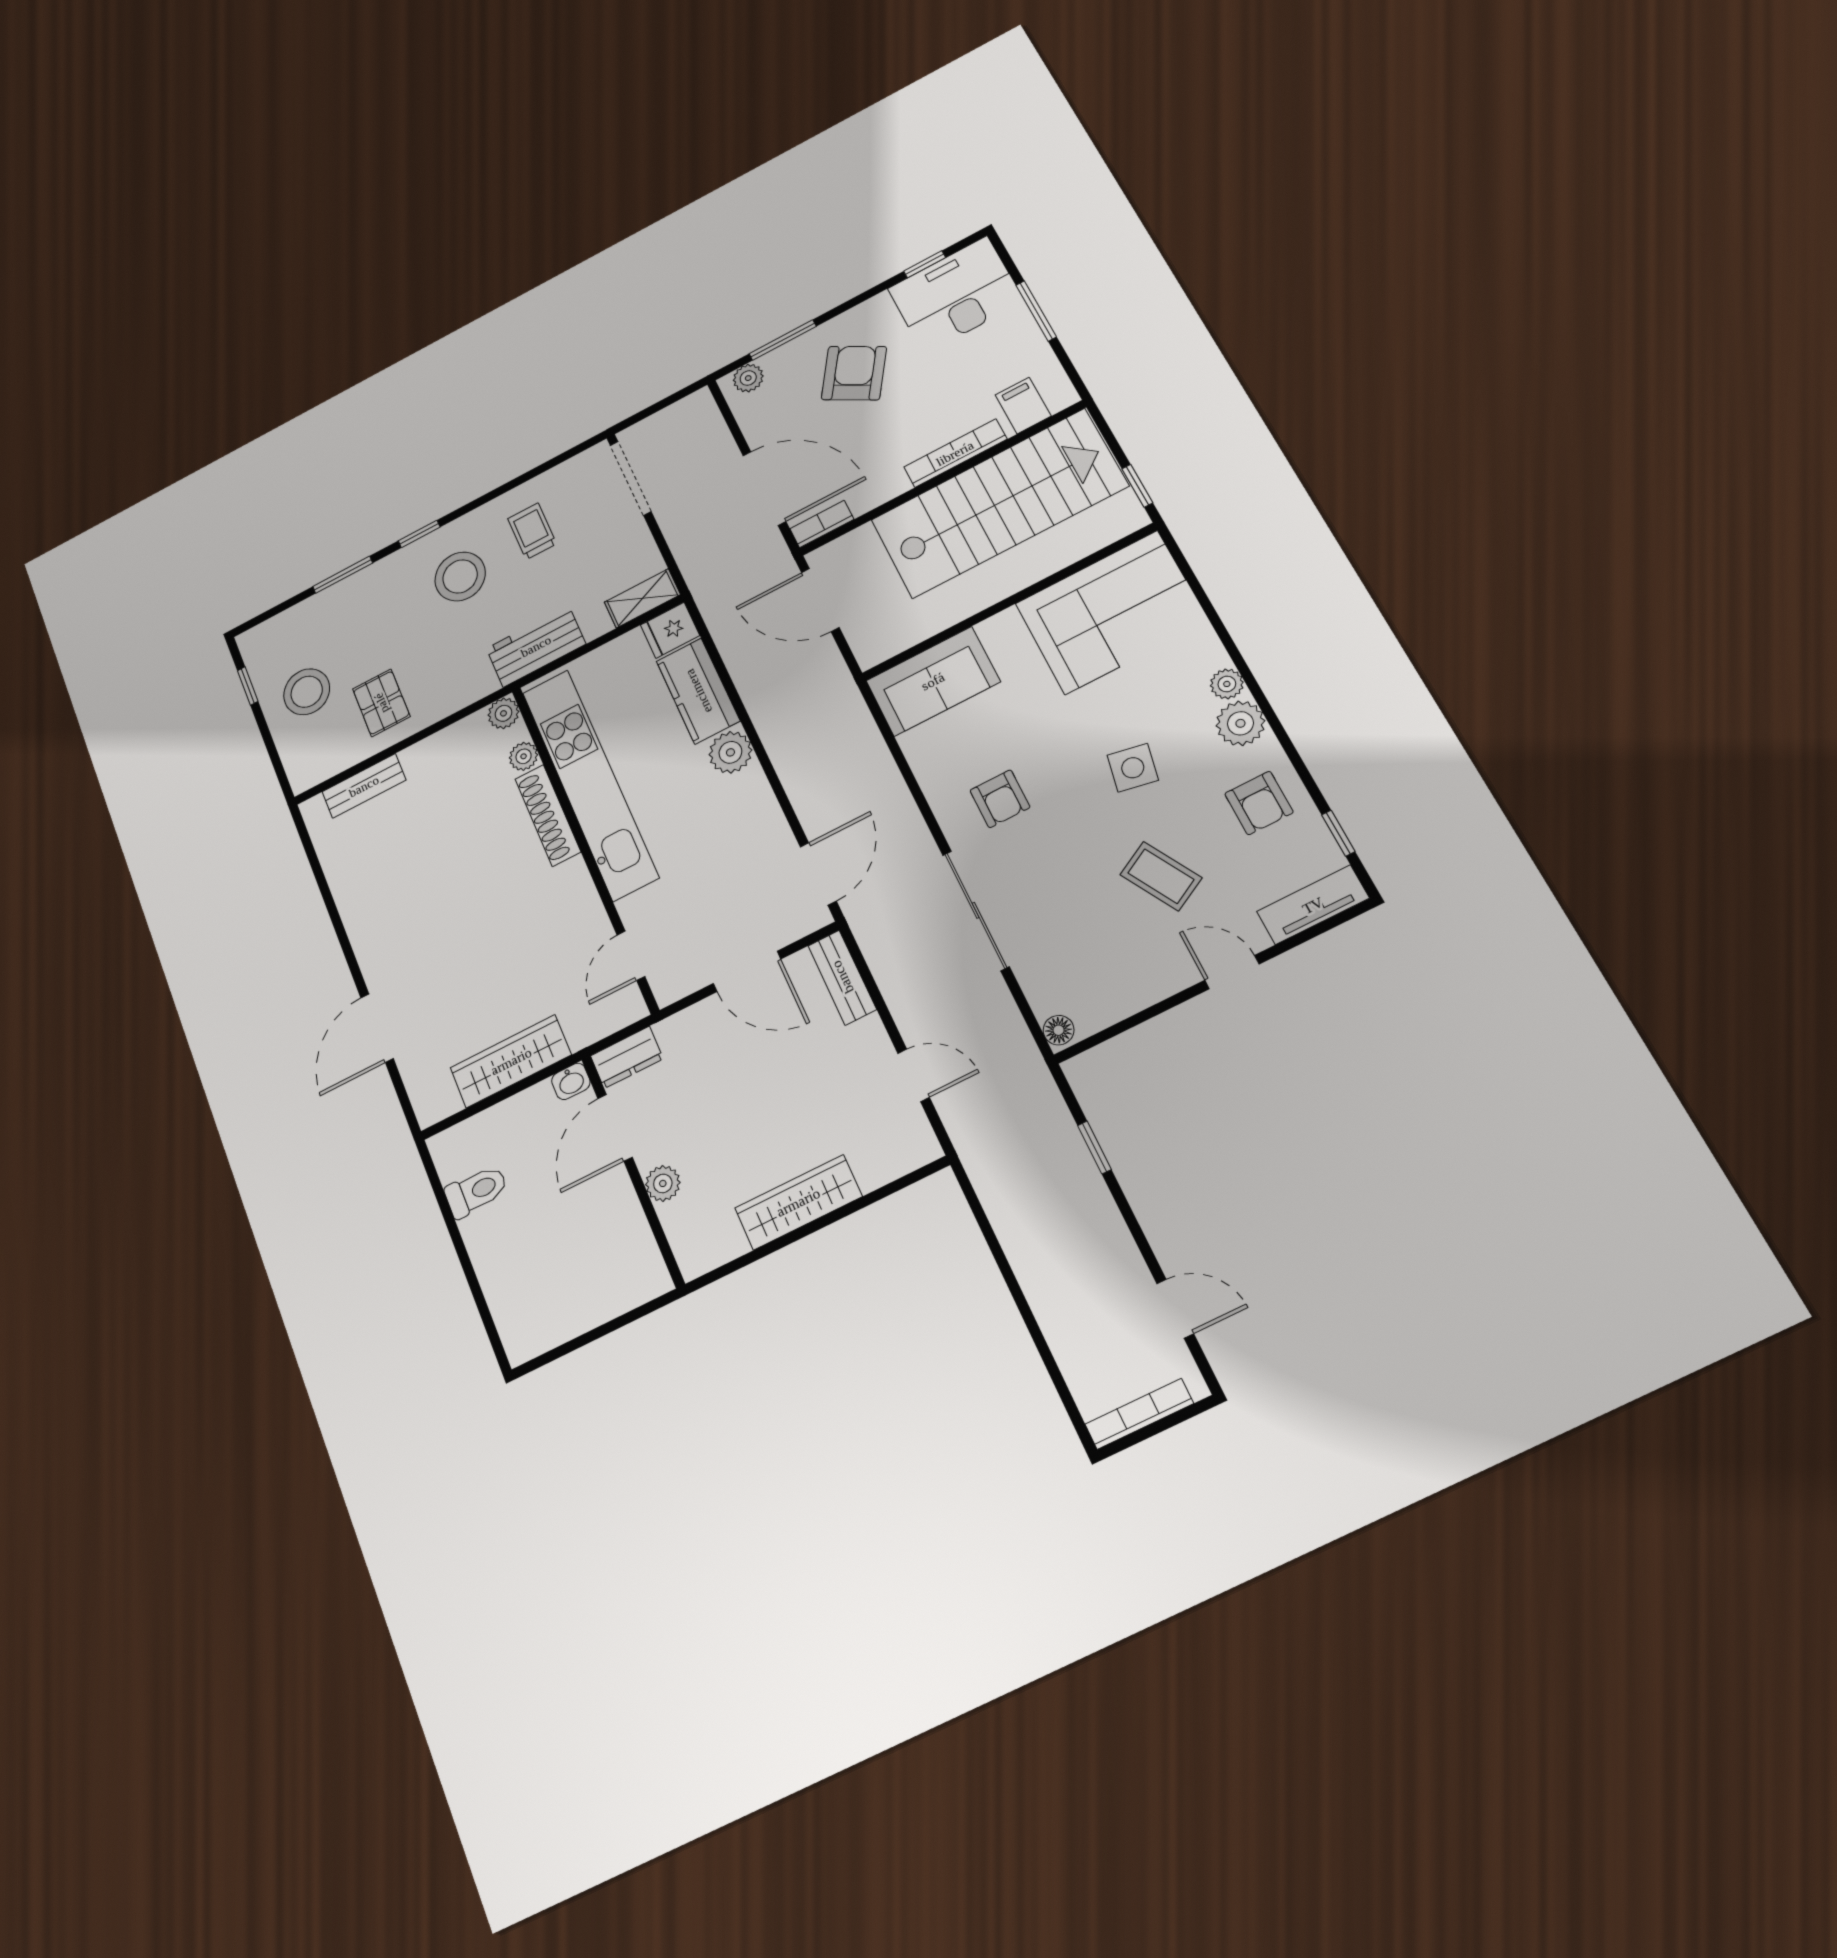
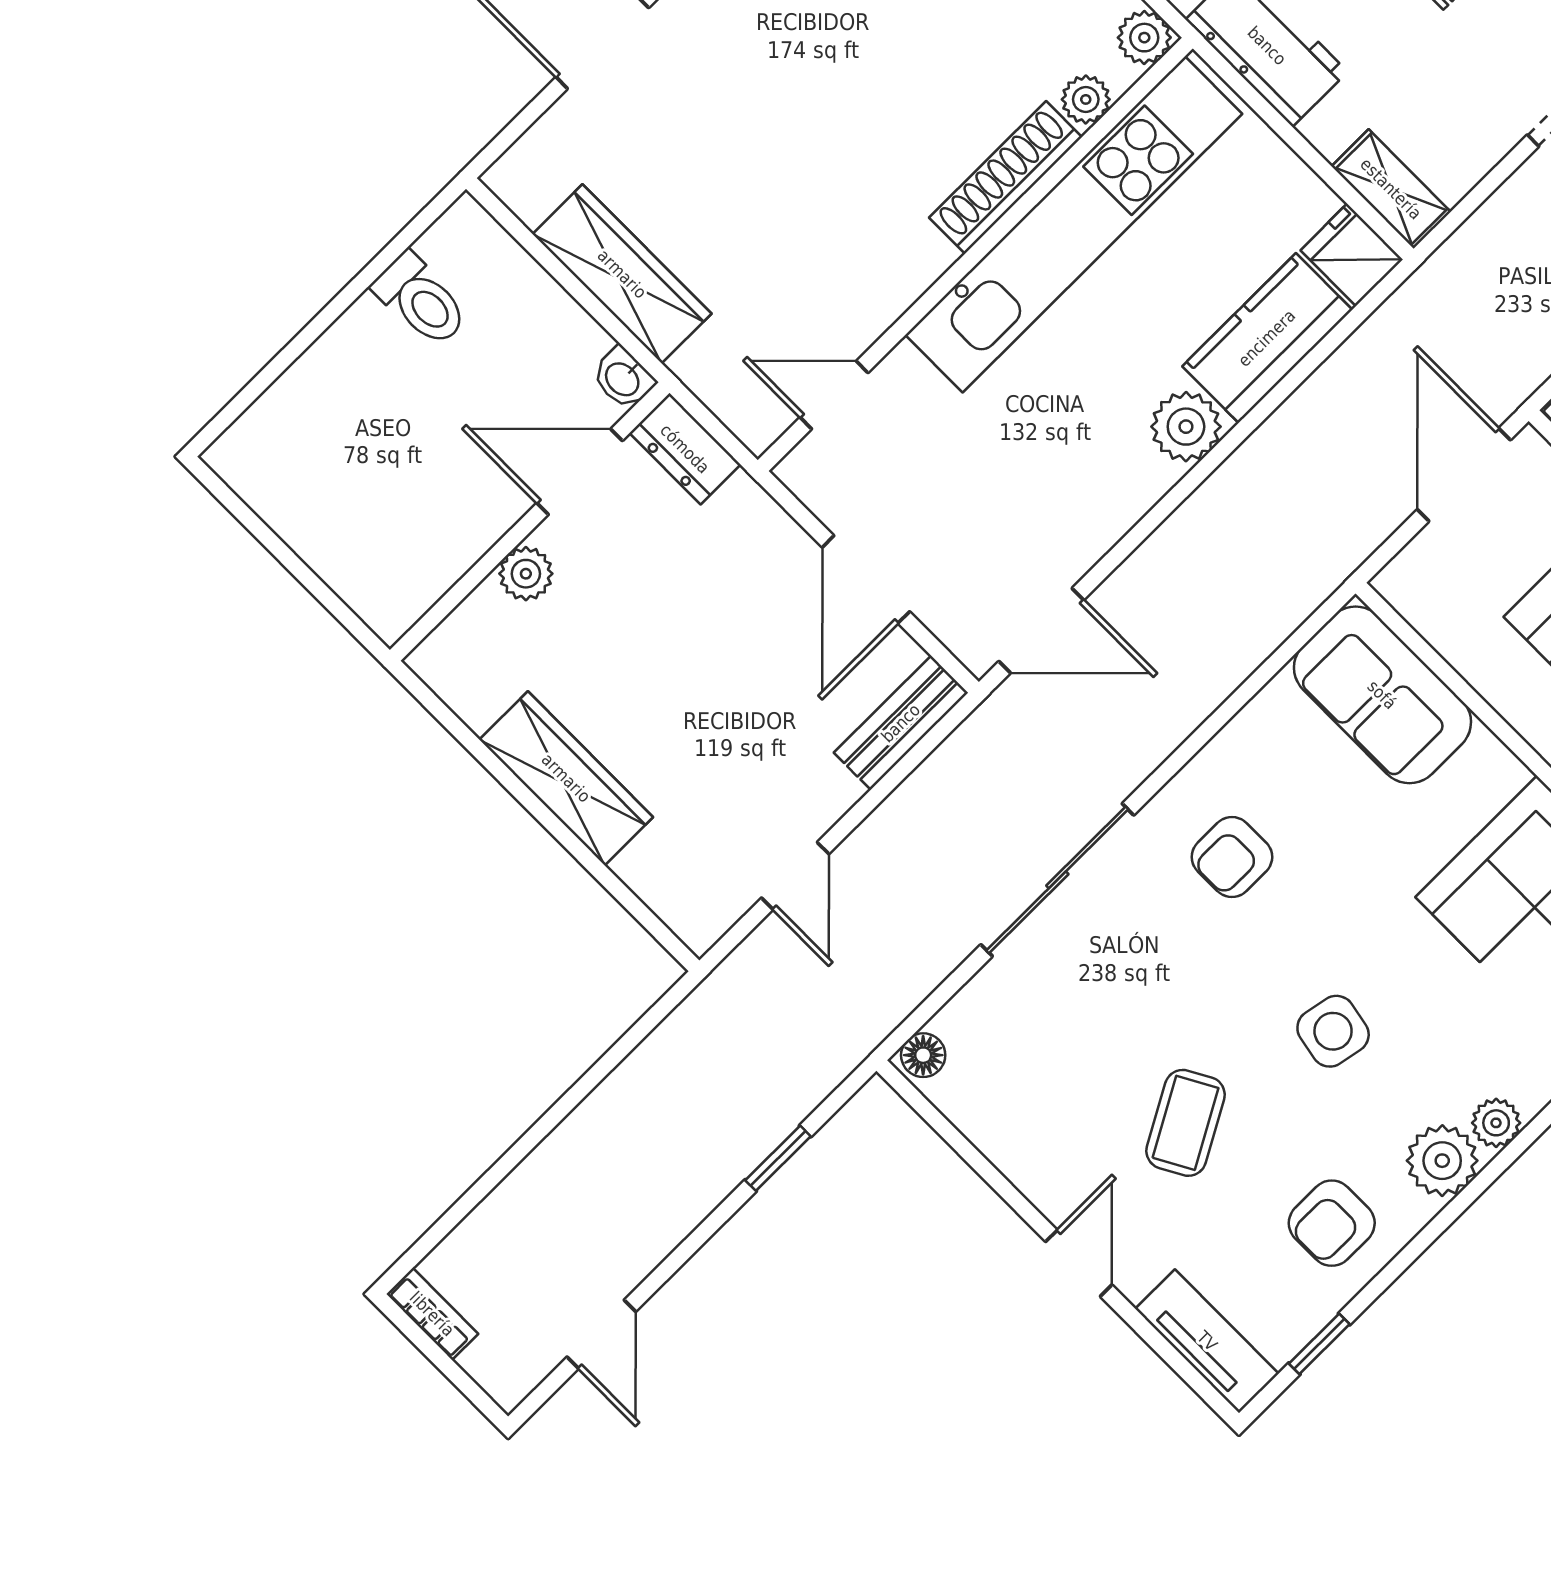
bookcase: (1139, 1414) -> (432, 1314), width x0.64

